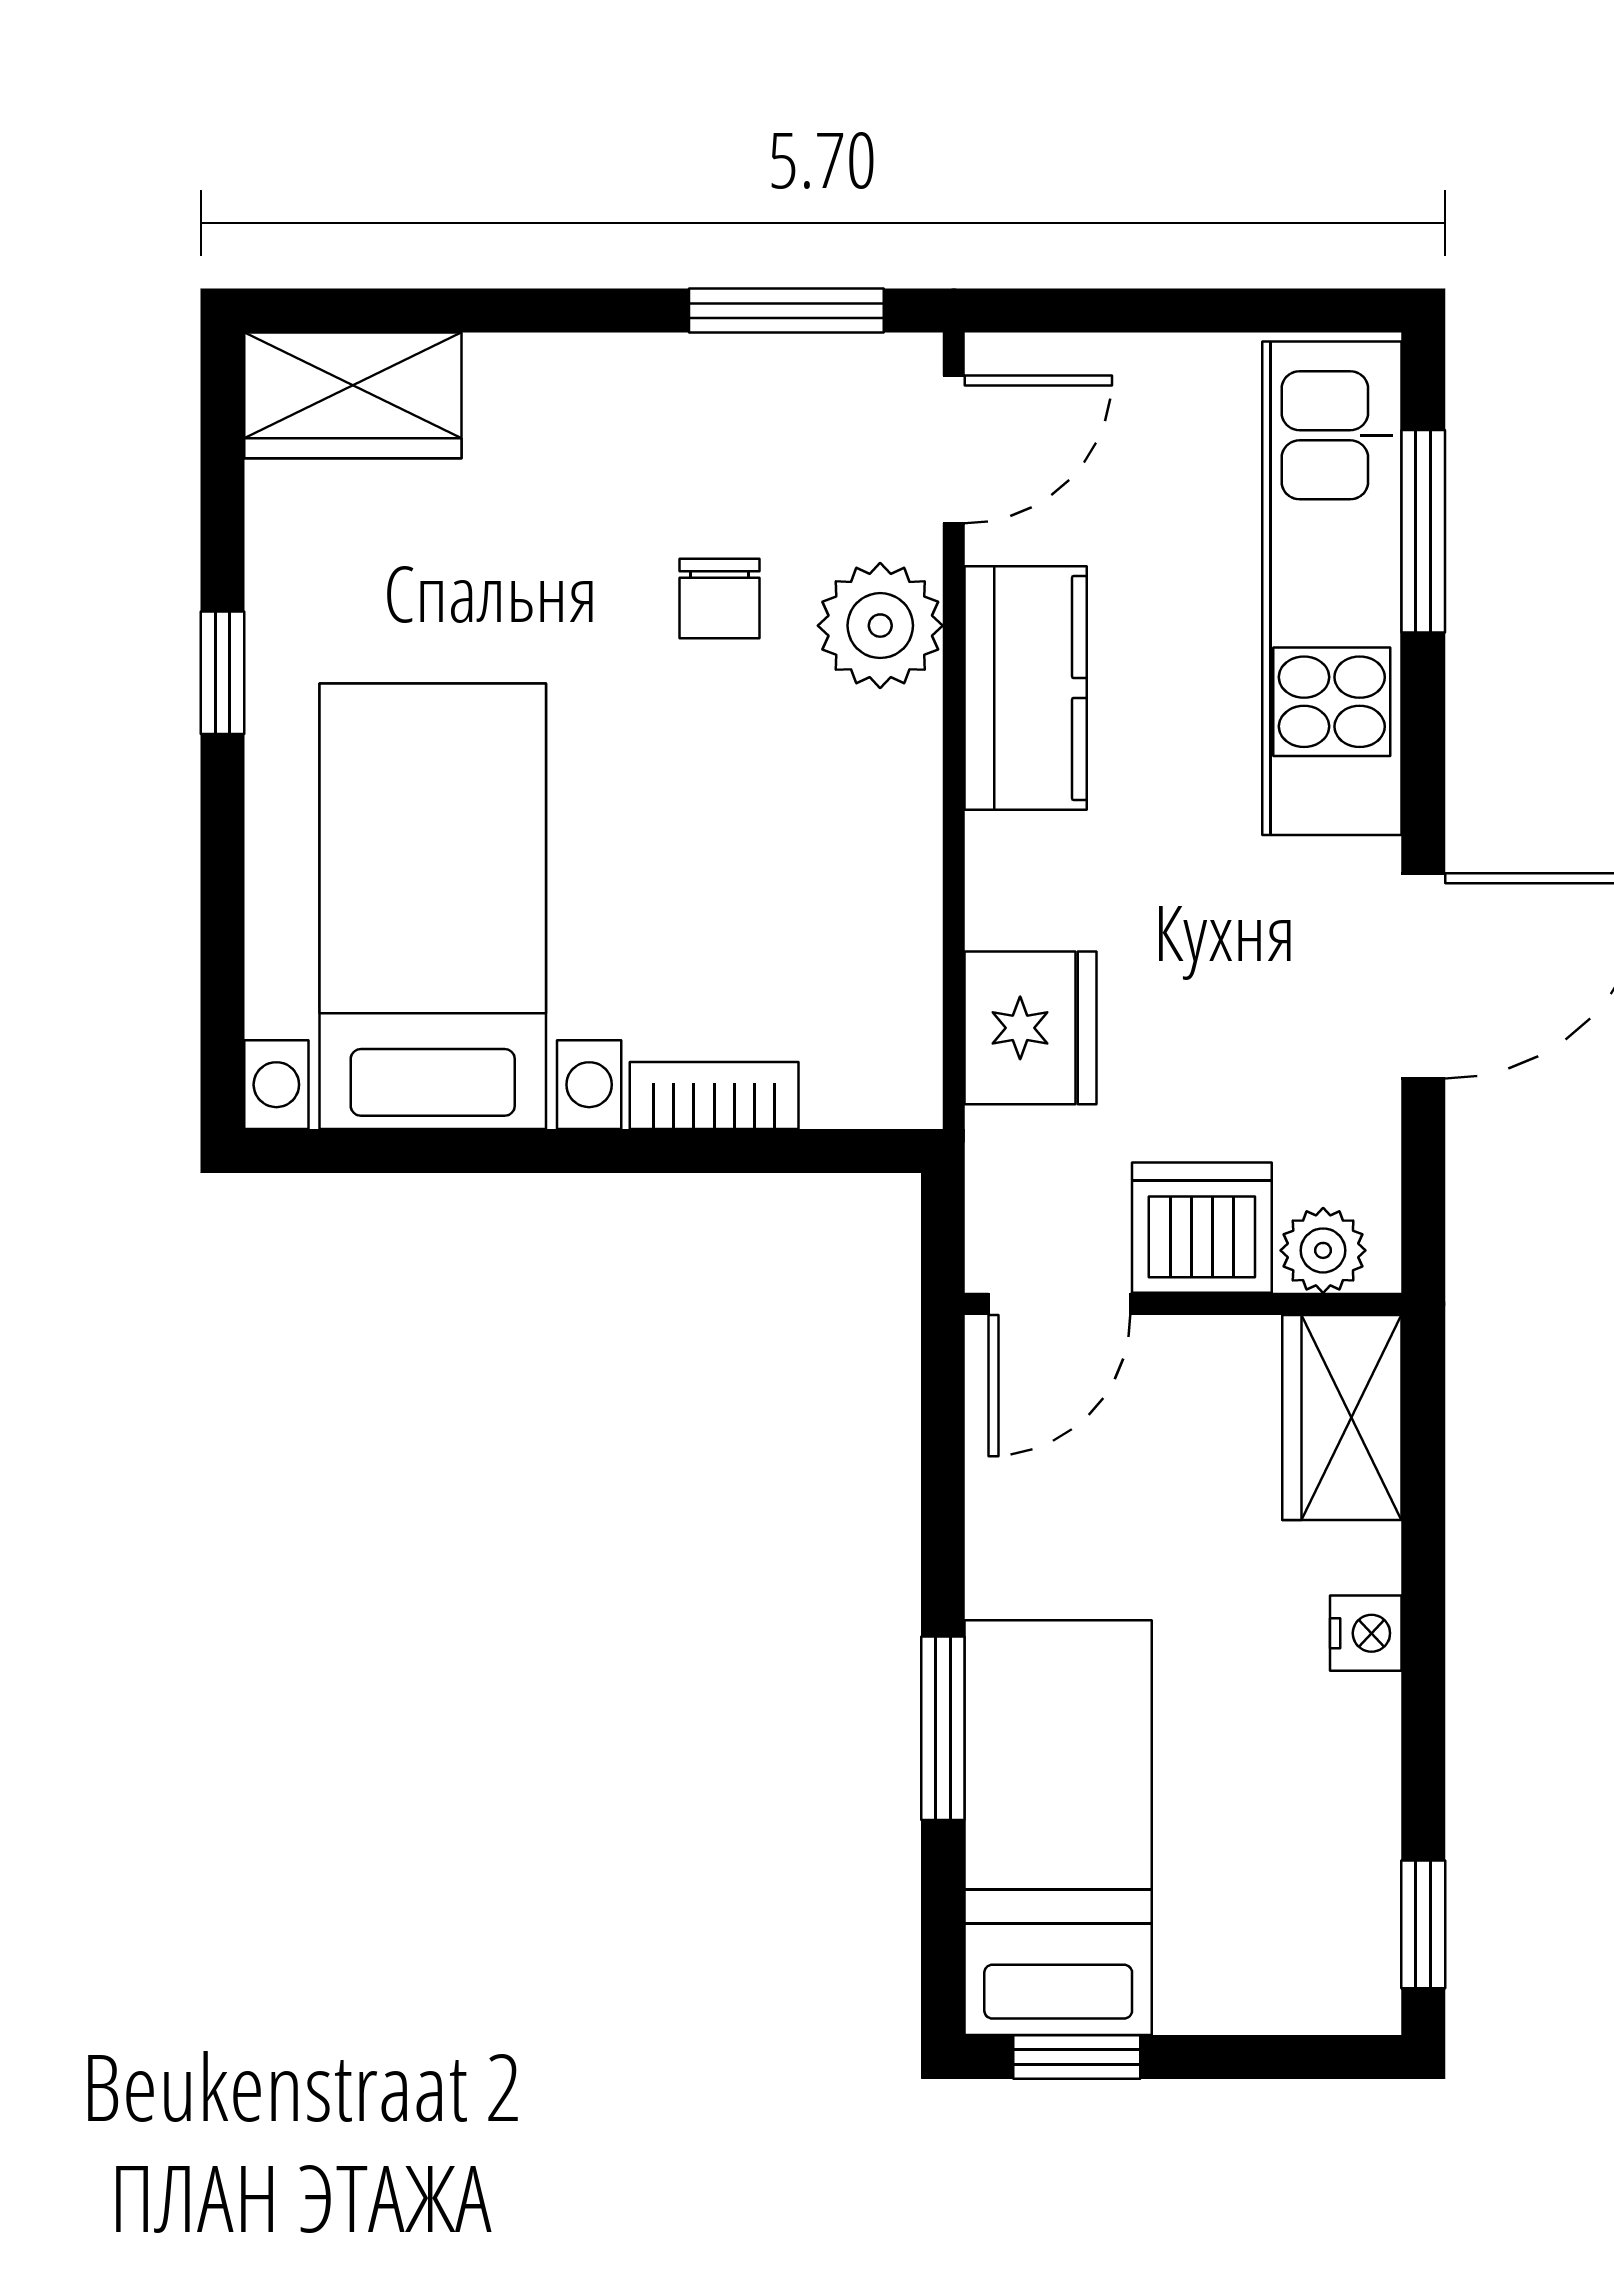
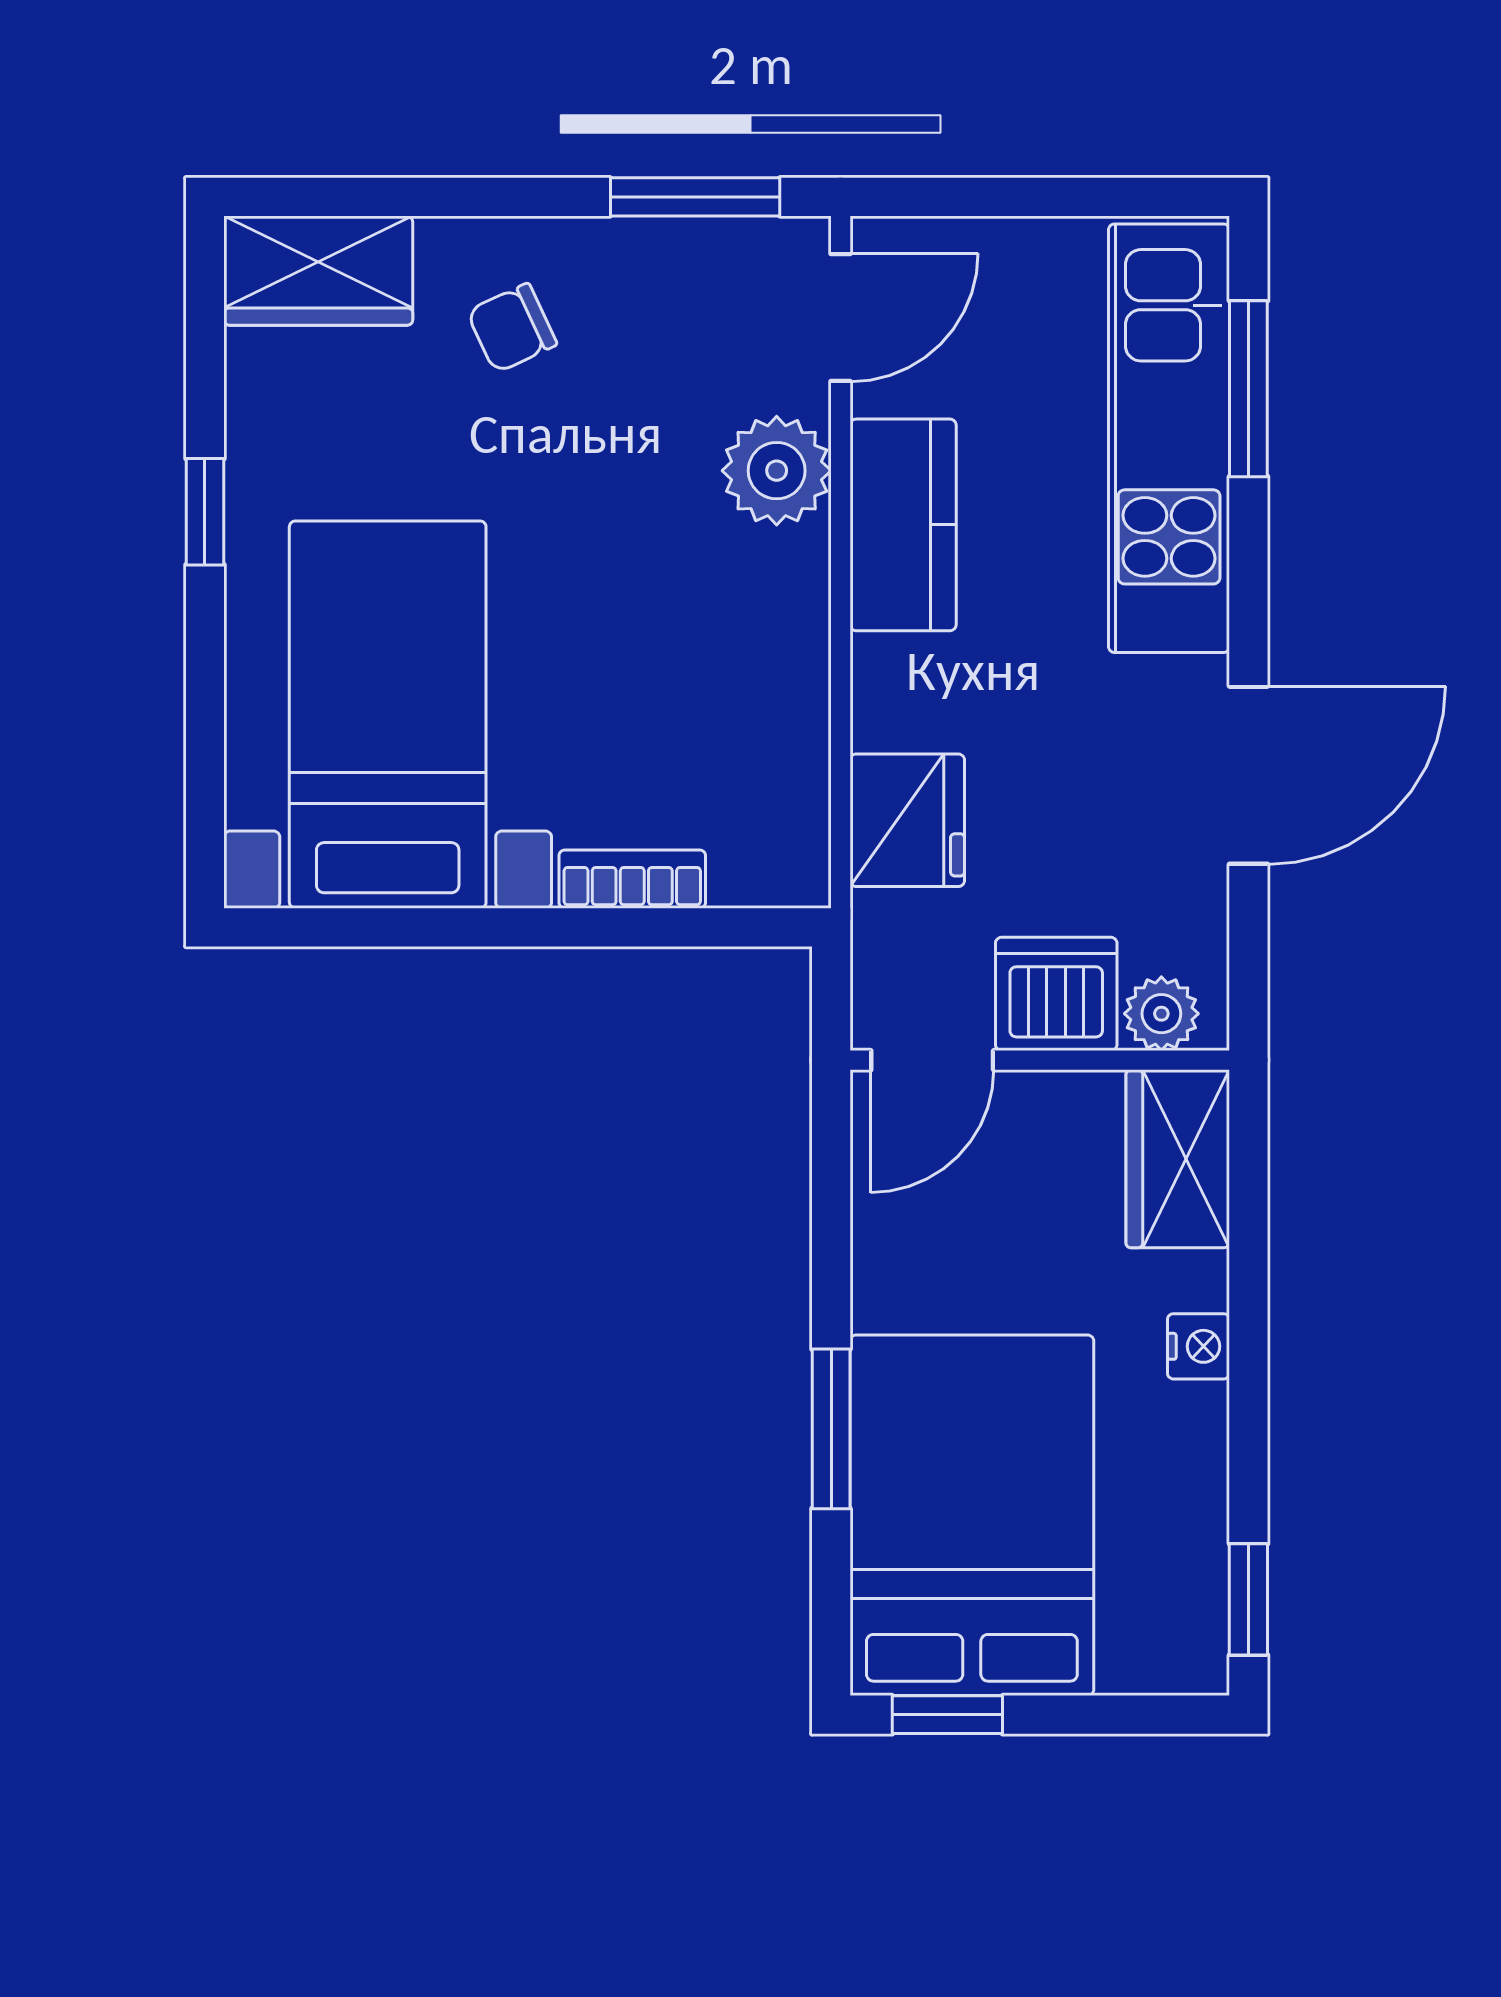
chair: (720, 598) -> (512, 328), moved, turned 65
bed: (1058, 1828) -> (972, 1515), width x1.50

